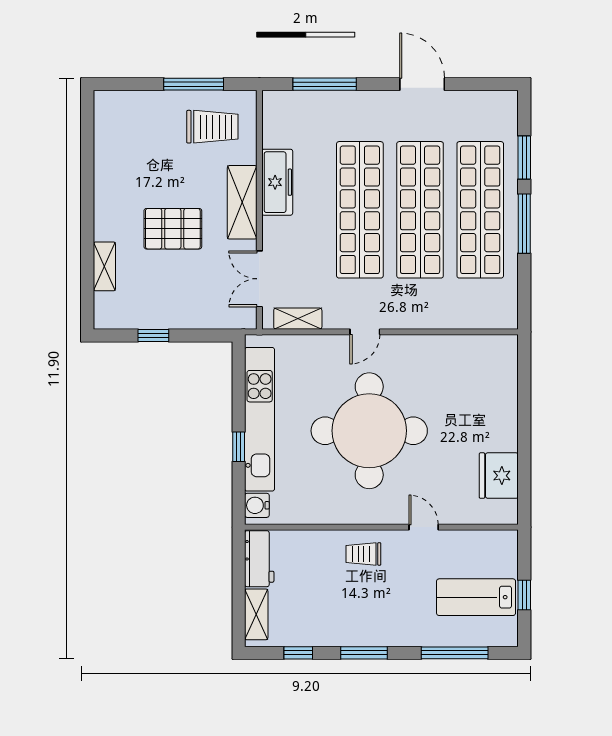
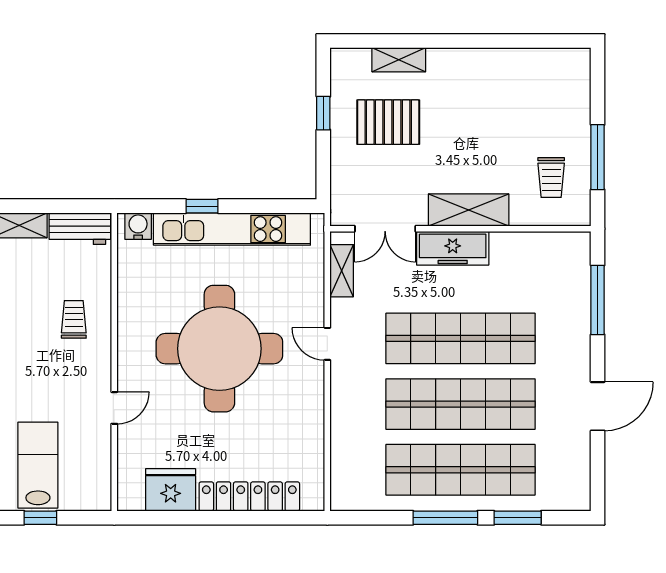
trolley: (212, 127) -> (551, 177), width x0.73, depth x0.72
freezer: (277, 182) -> (453, 248), moved
pallet: (173, 229) -> (388, 122), moved, turned 90
double door: (259, 279) -> (385, 229), swing flipped
locker: (505, 403) -> (249, 496), added
trolley: (363, 554) -> (74, 319), moved

